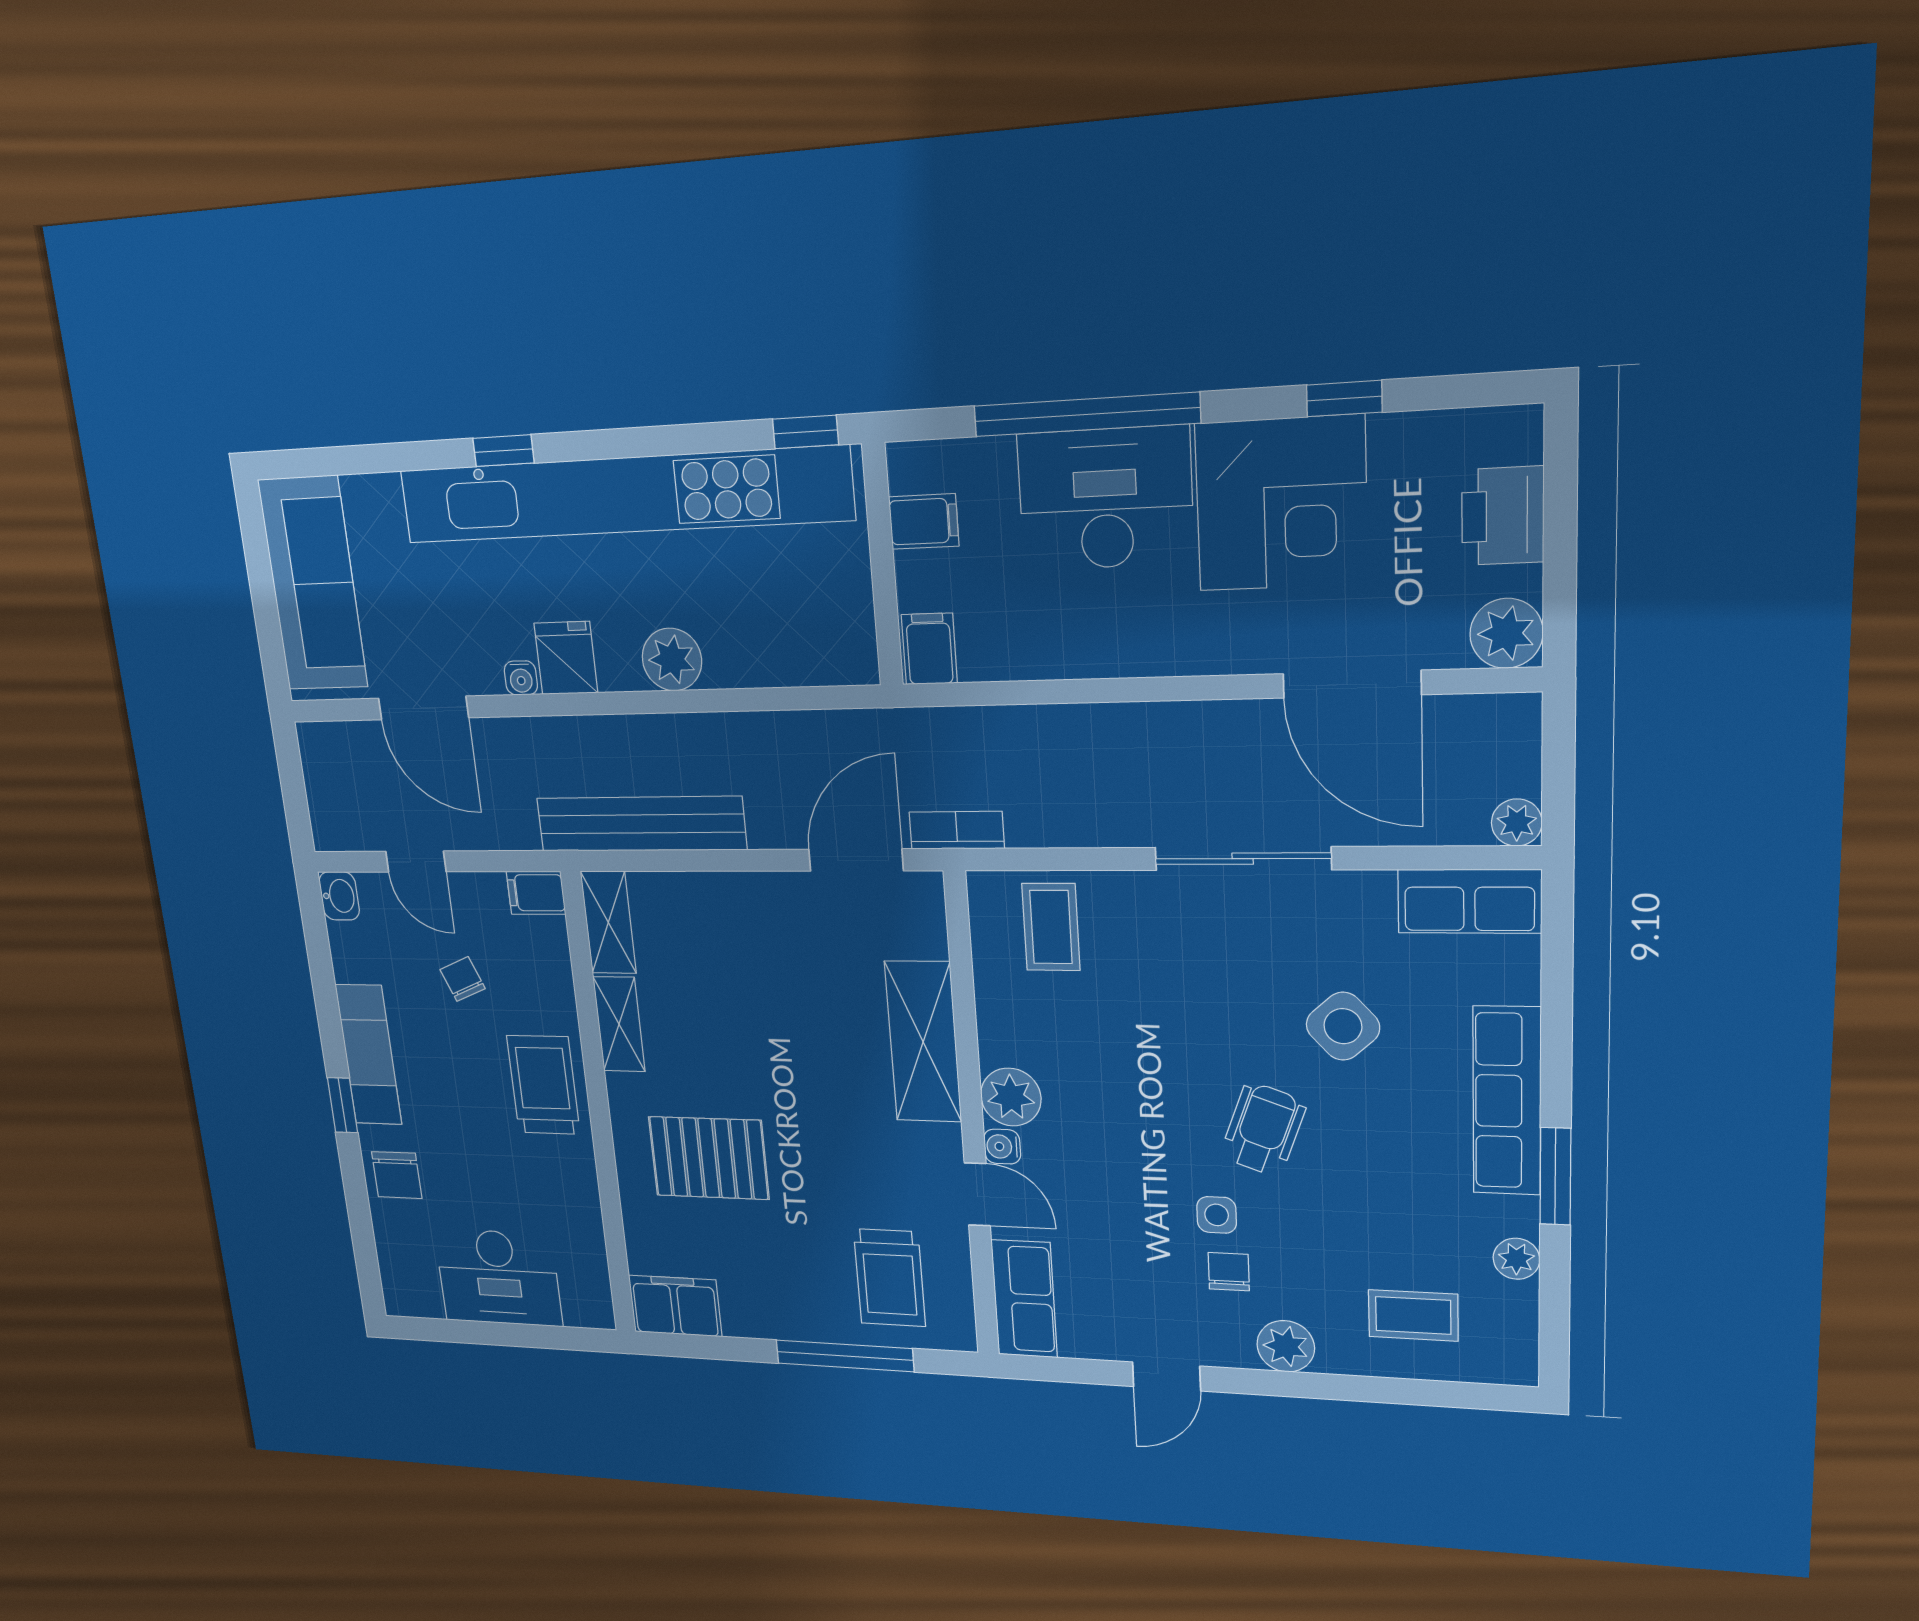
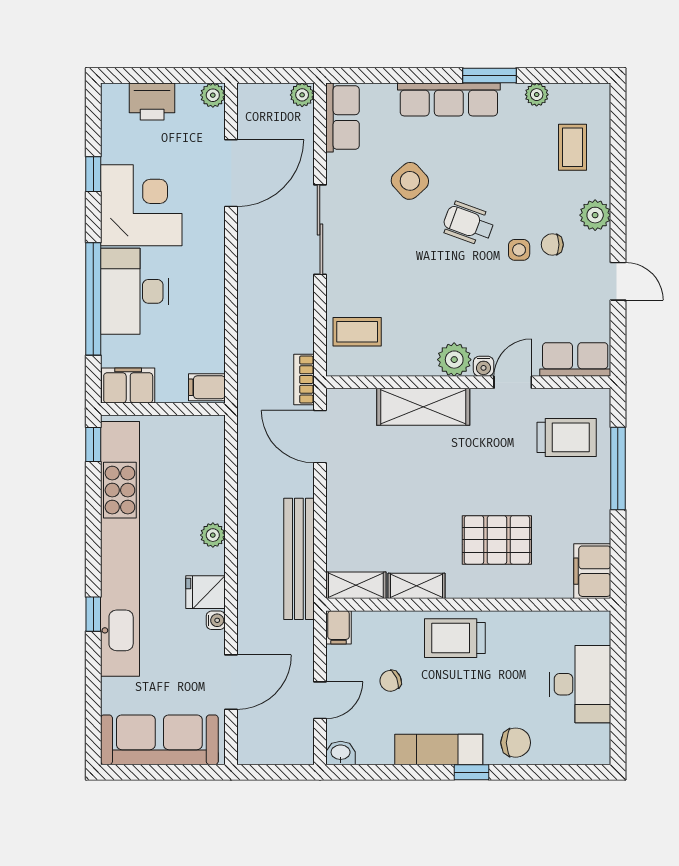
filing cabinet: (924, 521) -> (128, 385), width x2.00
plant: (1506, 633) -> (213, 95), width x0.73, depth x0.73
plant: (672, 660) -> (213, 535), width x0.73, depth x0.73
pallet: (709, 1158) -> (497, 540), turned 90

